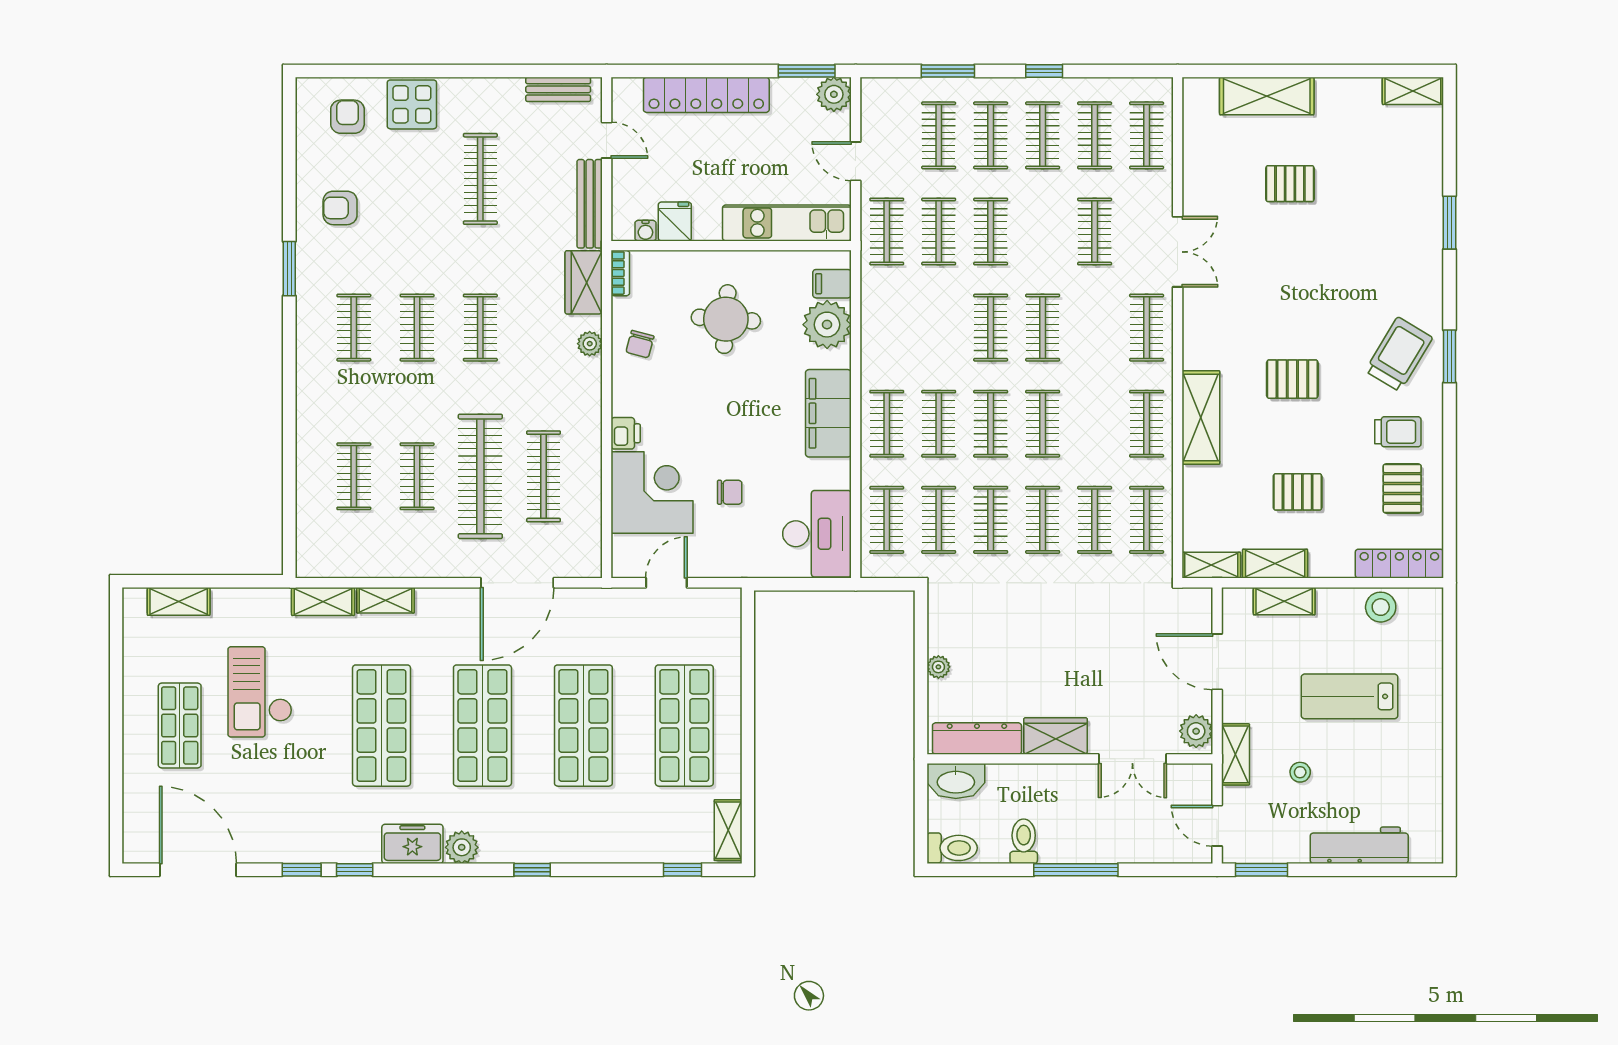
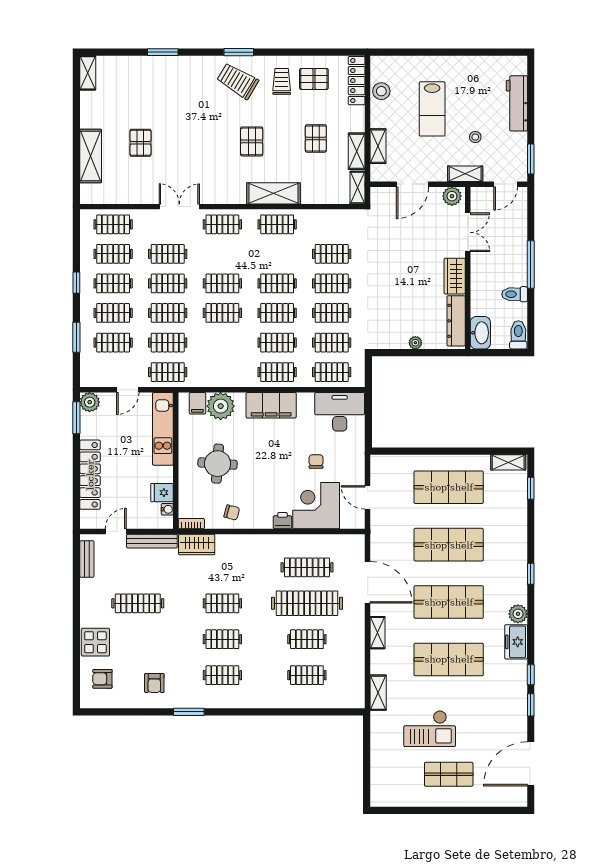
plant: (590, 344) -> (232, 541), removed
clothes rail: (1147, 520) -> (168, 283), moved
shelving: (386, 600) -> (377, 633), moved
shelving: (179, 601) -> (378, 775), removed

